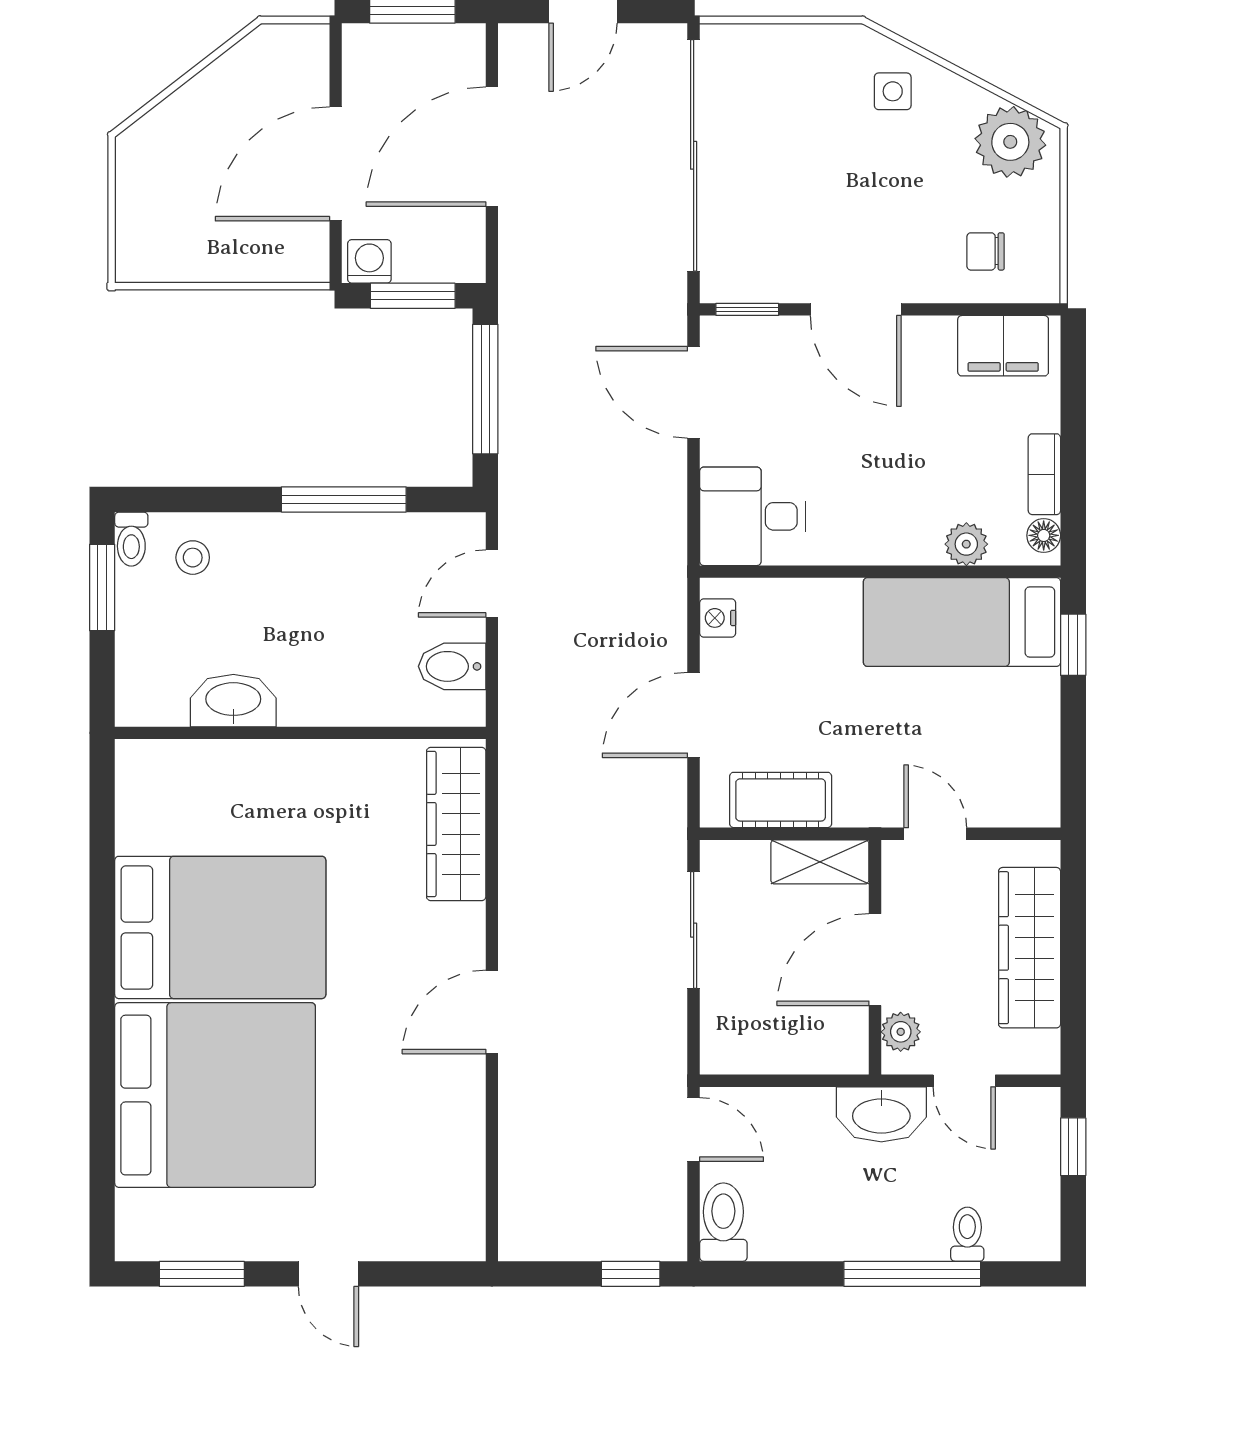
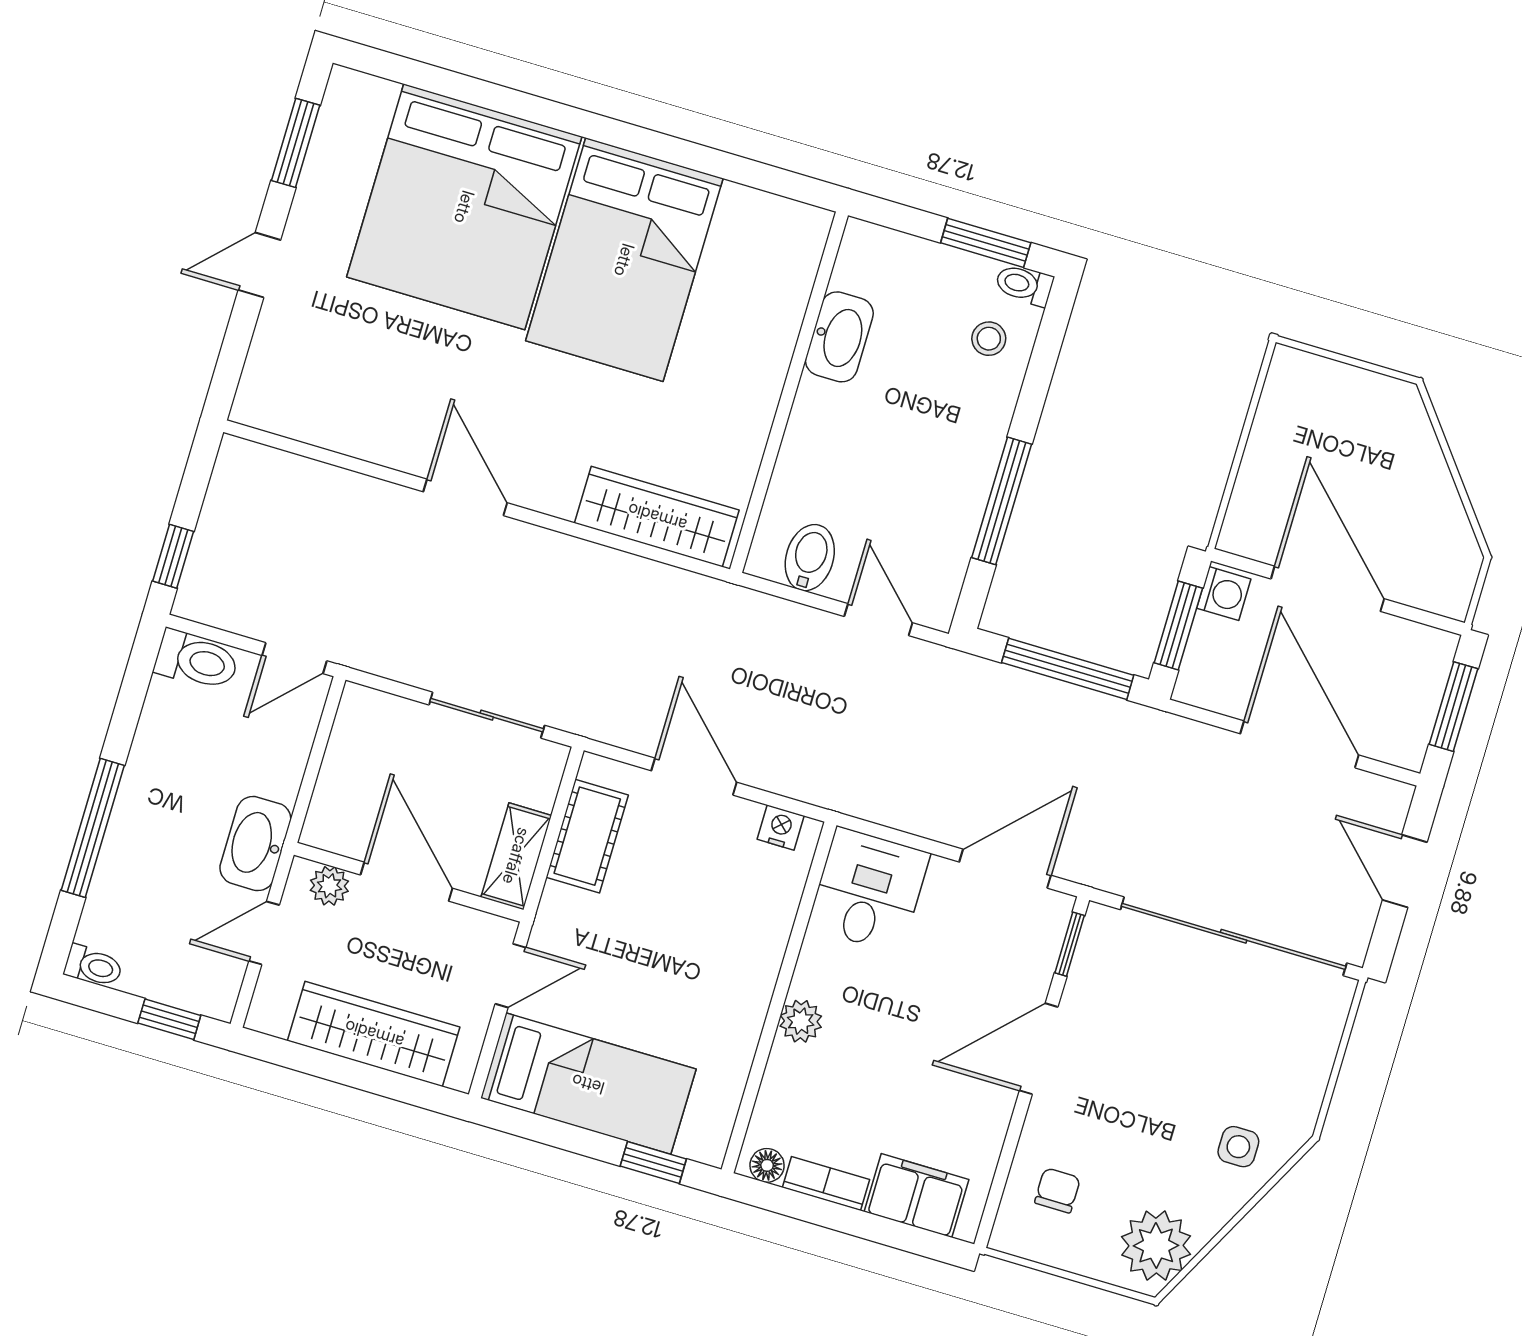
filing cabinet: (1003, 346) -> (917, 1196), moved, turned 90
plant: (966, 544) -> (801, 1021), moved
bed: (962, 622) -> (588, 1084), moved, turned 90
toilet: (967, 1234) -> (93, 966), moved

